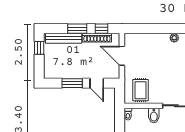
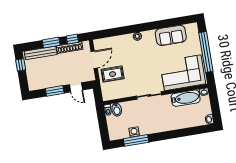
door: (122, 56) -> (94, 60), swing flipped
rug: (141, 90) -> (113, 74), moved, turned 90
bidet: (154, 116) -> (117, 110), moved

